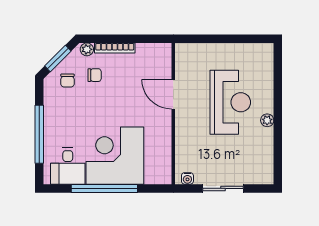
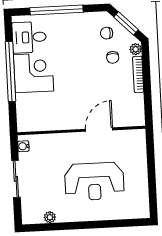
plant: (267, 120) -> (50, 217), moved
corner desk: (115, 156) -> (33, 73), width x0.74, depth x0.74

